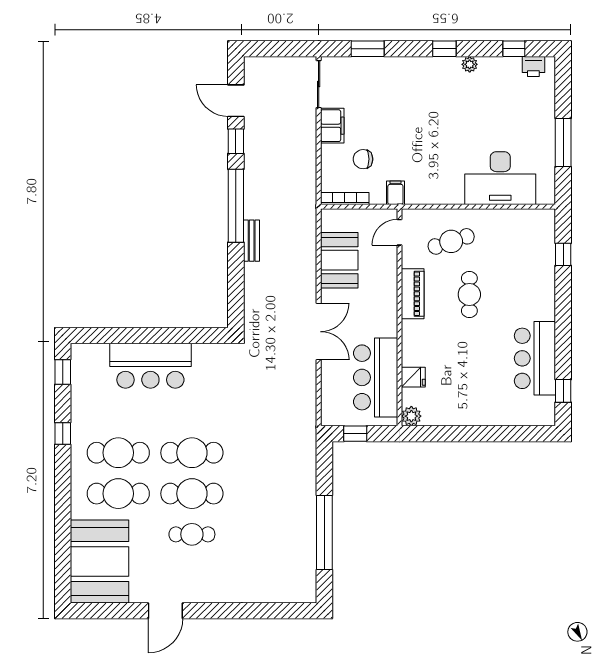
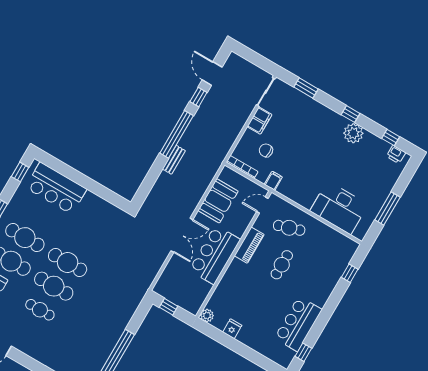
plant: (470, 64) -> (353, 133), width x1.87, depth x1.87
bar counter: (150, 366) -> (56, 188), moved
bar counter: (376, 377) -> (215, 255), moved
fridge: (413, 377) -> (232, 329), moved, turned -90

